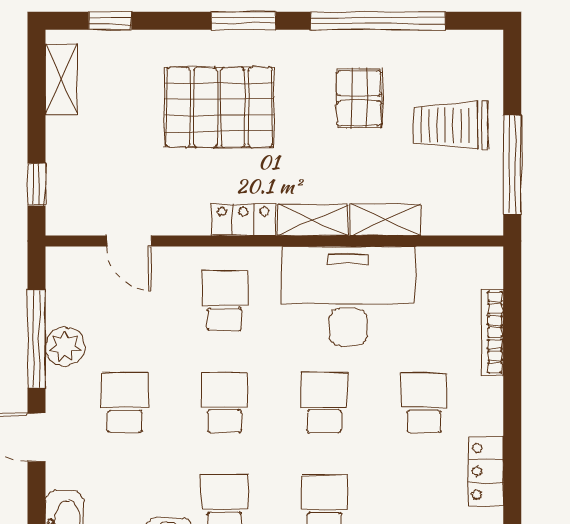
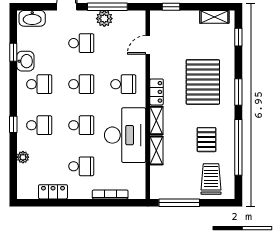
pallet: (359, 98) -> (207, 140), turned 90
trolley: (450, 125) -> (211, 179), moved

